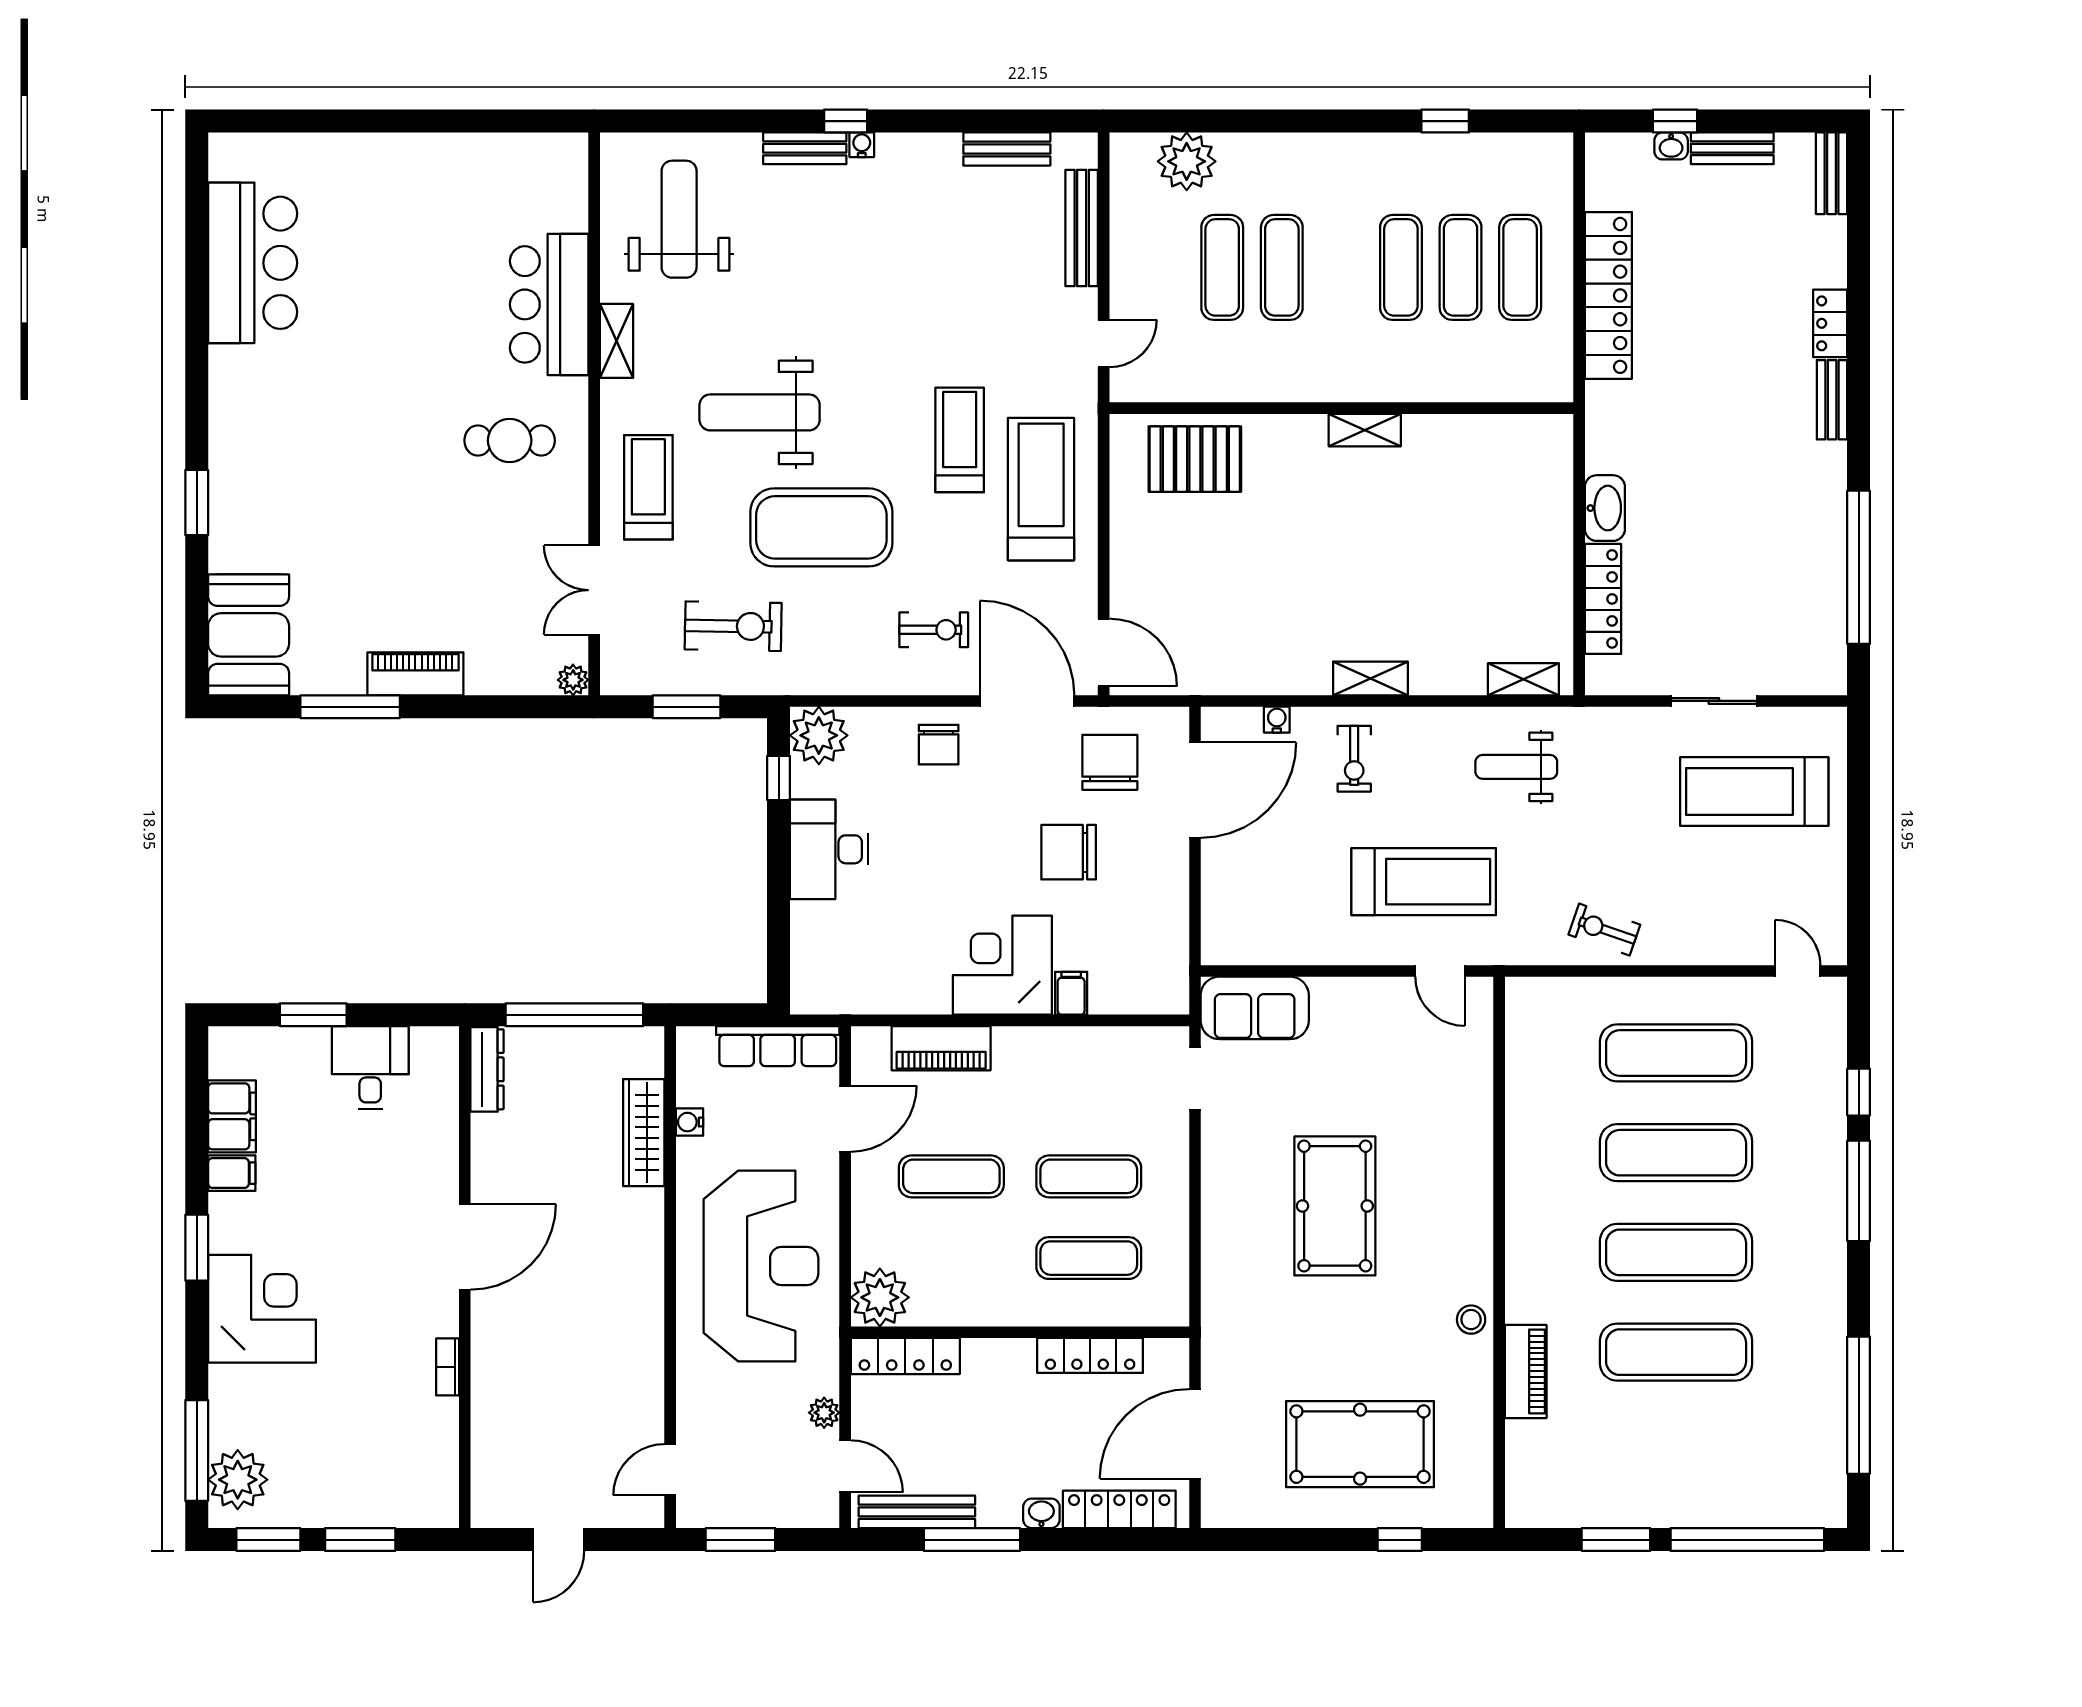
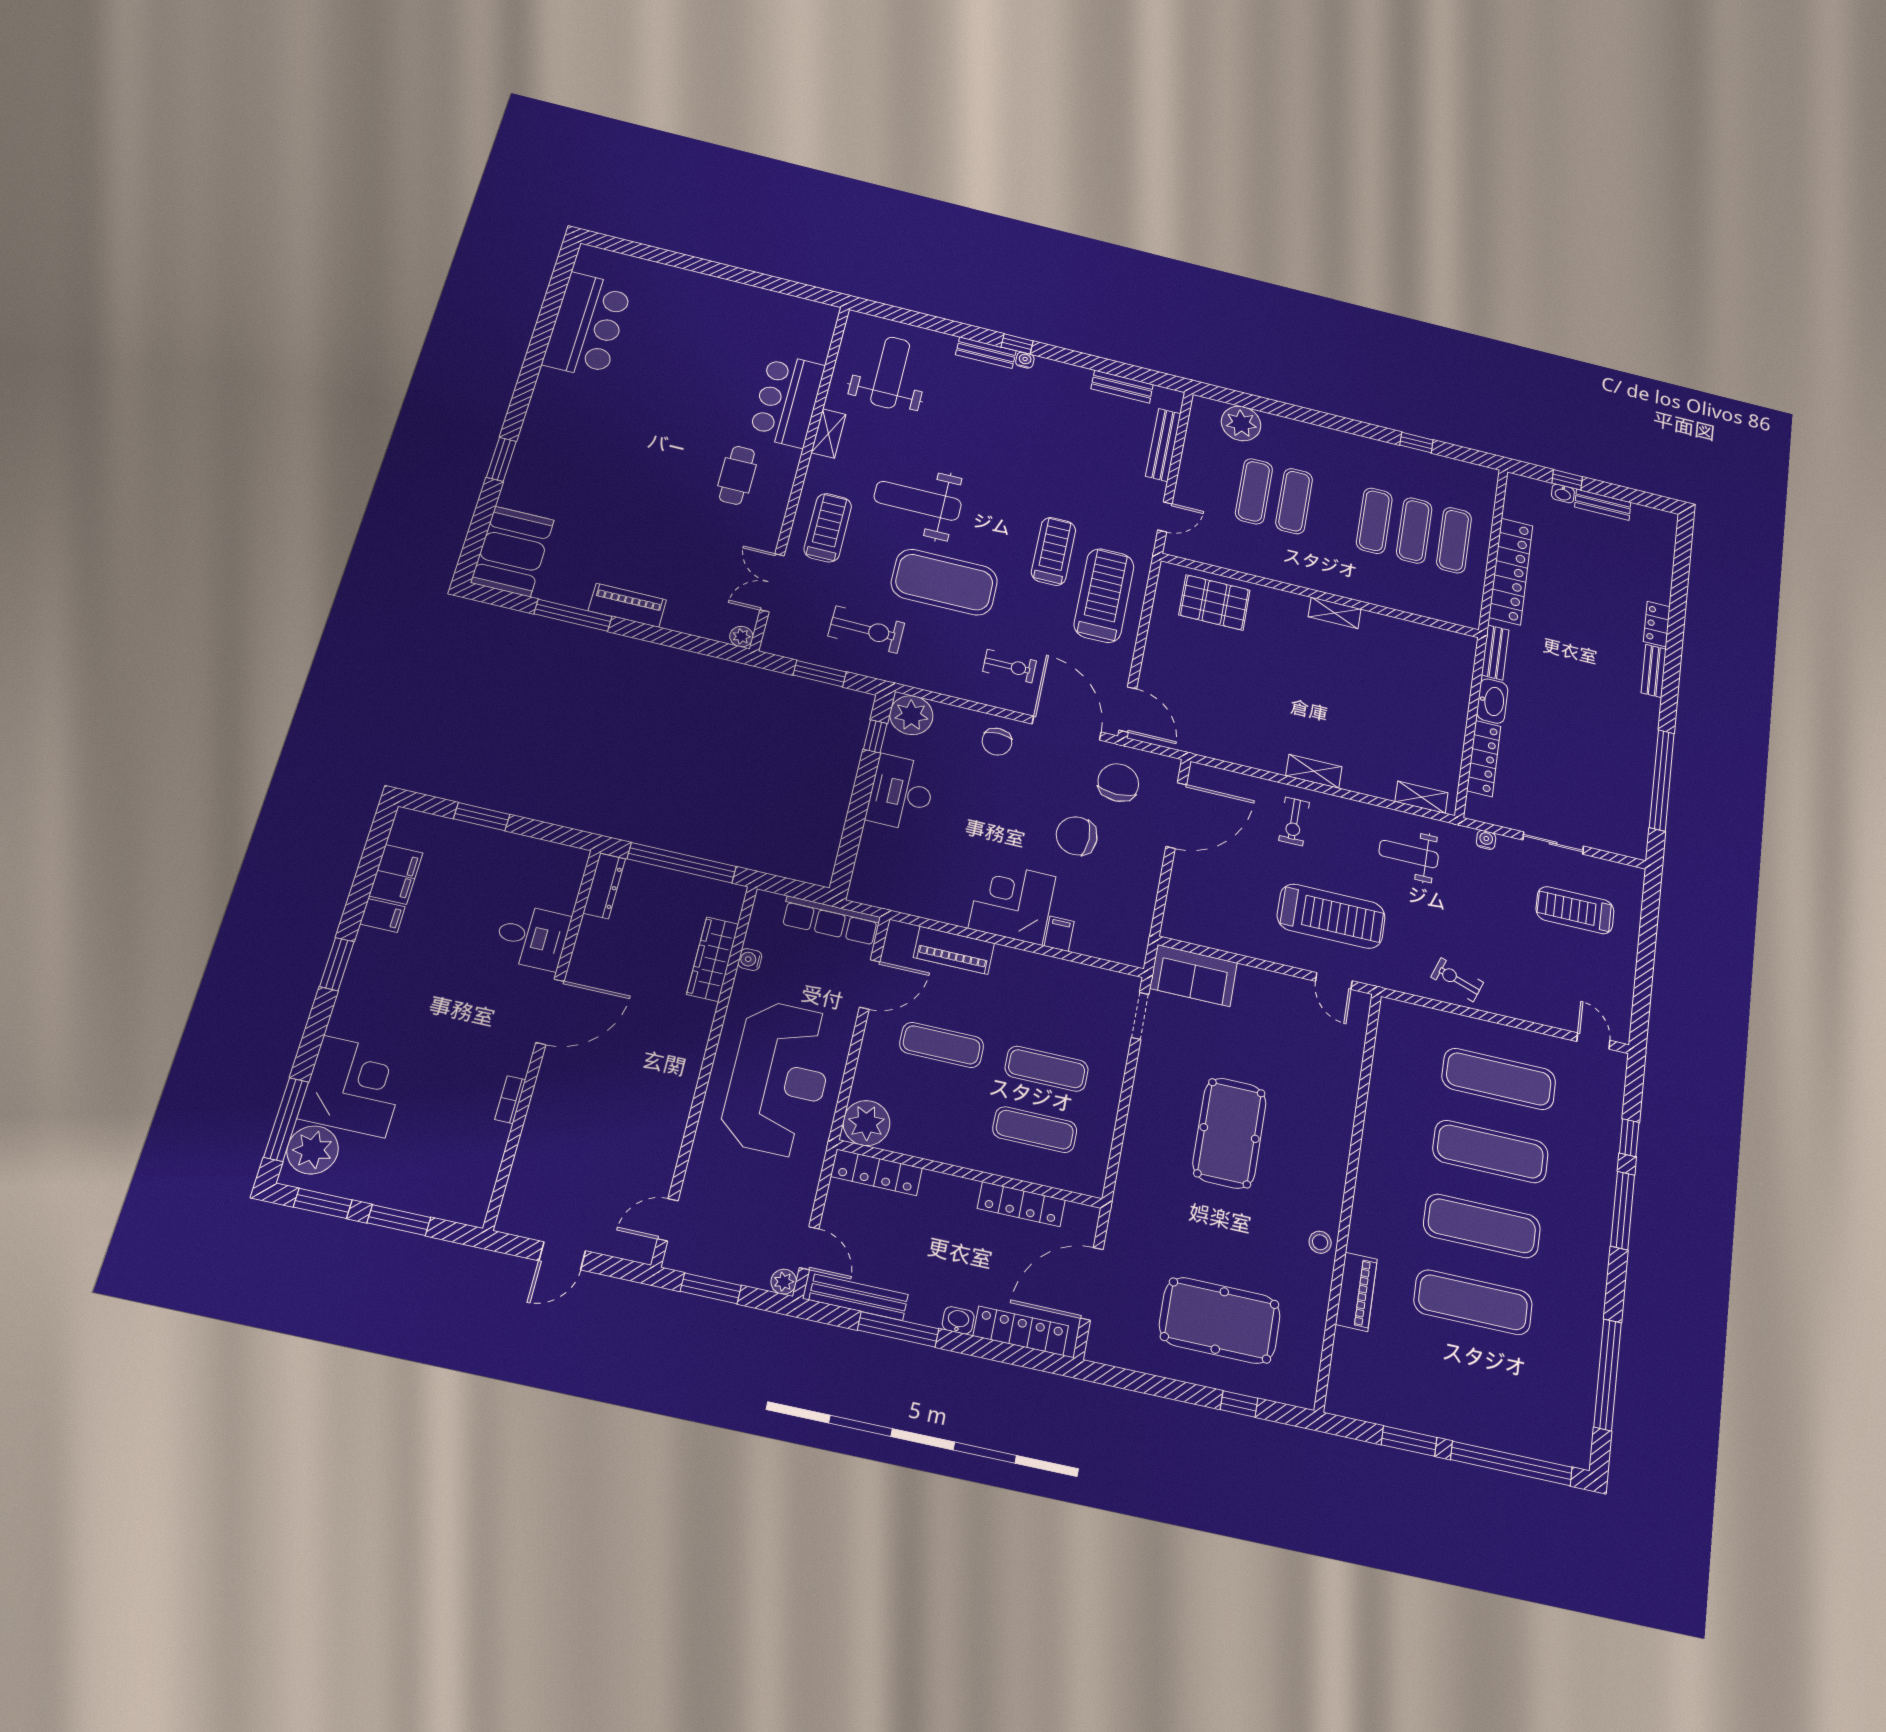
bench: (1832, 173) -> (1495, 652), moved
cafe table: (510, 440) -> (737, 475), turned 90
water cooler: (1277, 720) -> (1486, 840), moved
treadmill: (1754, 791) -> (1575, 910), width x0.73, depth x0.73
desk: (370, 1068) -> (532, 937), moved, turned 90
corner desk: (262, 1309) -> (354, 1086), moved
plant: (824, 1413) -> (784, 1282), moved

